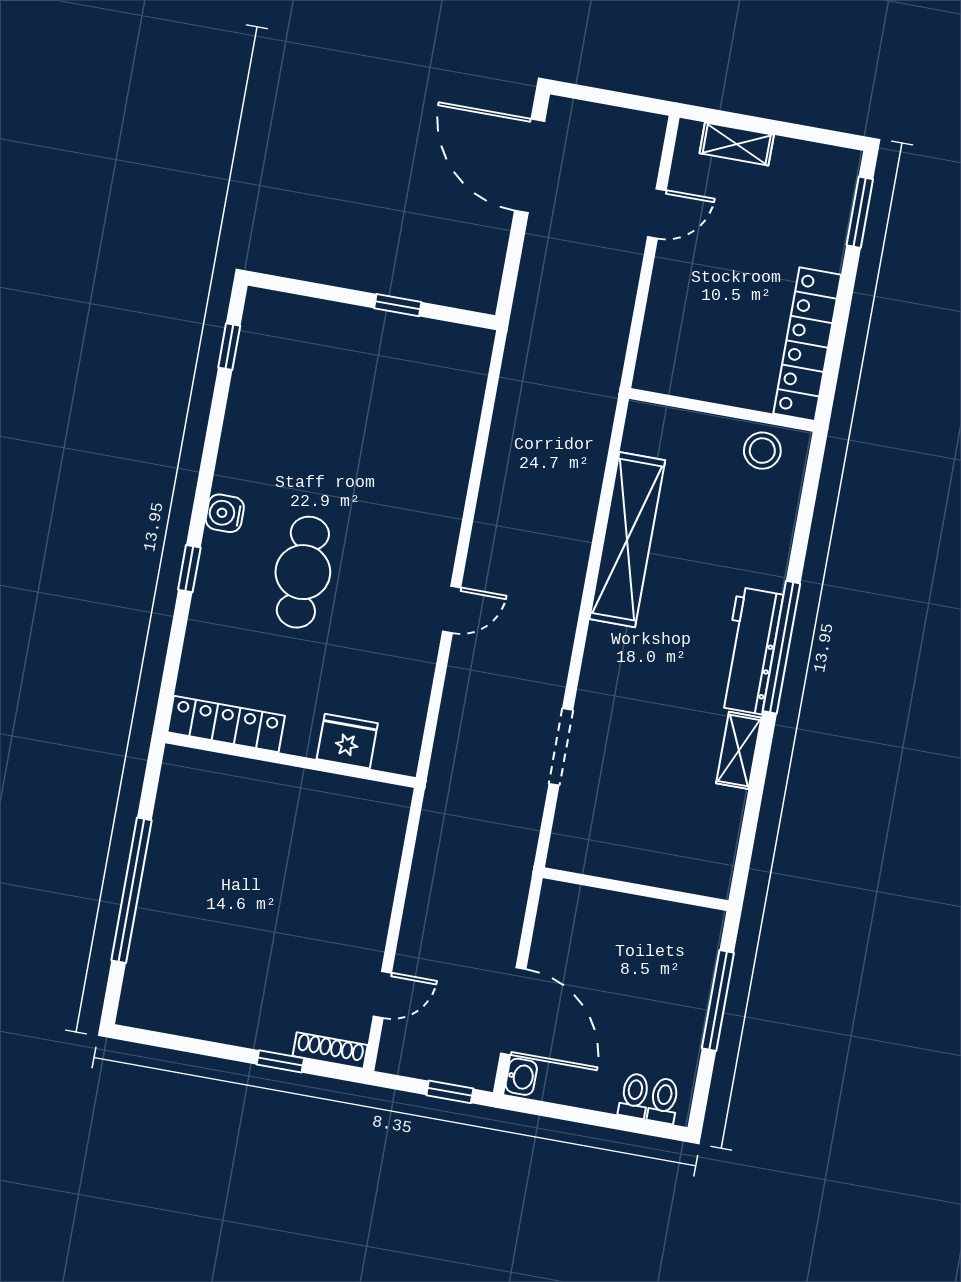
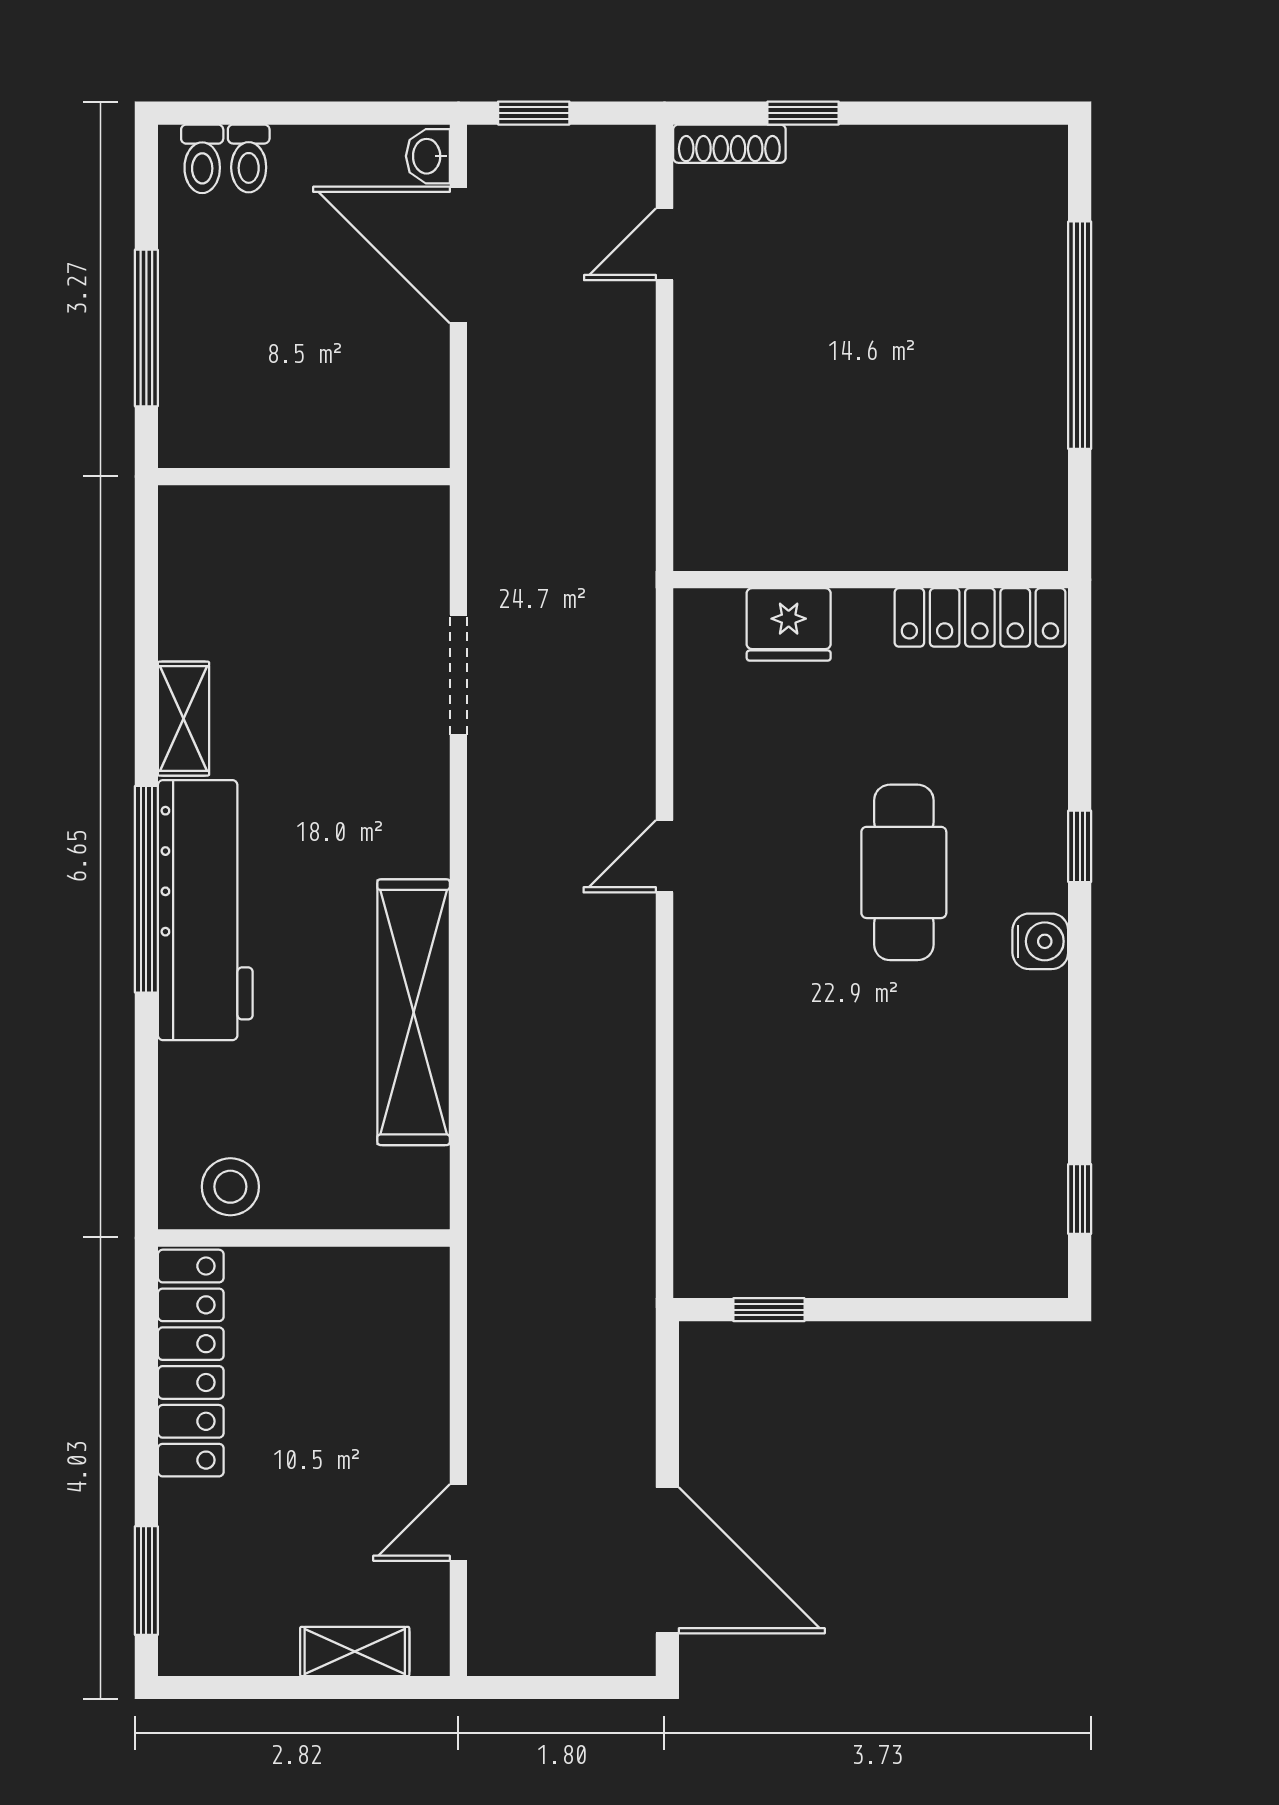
window: (398, 305) -> (769, 1310), moved
workbench: (750, 651) -> (205, 910), width x1.36, depth x1.32

